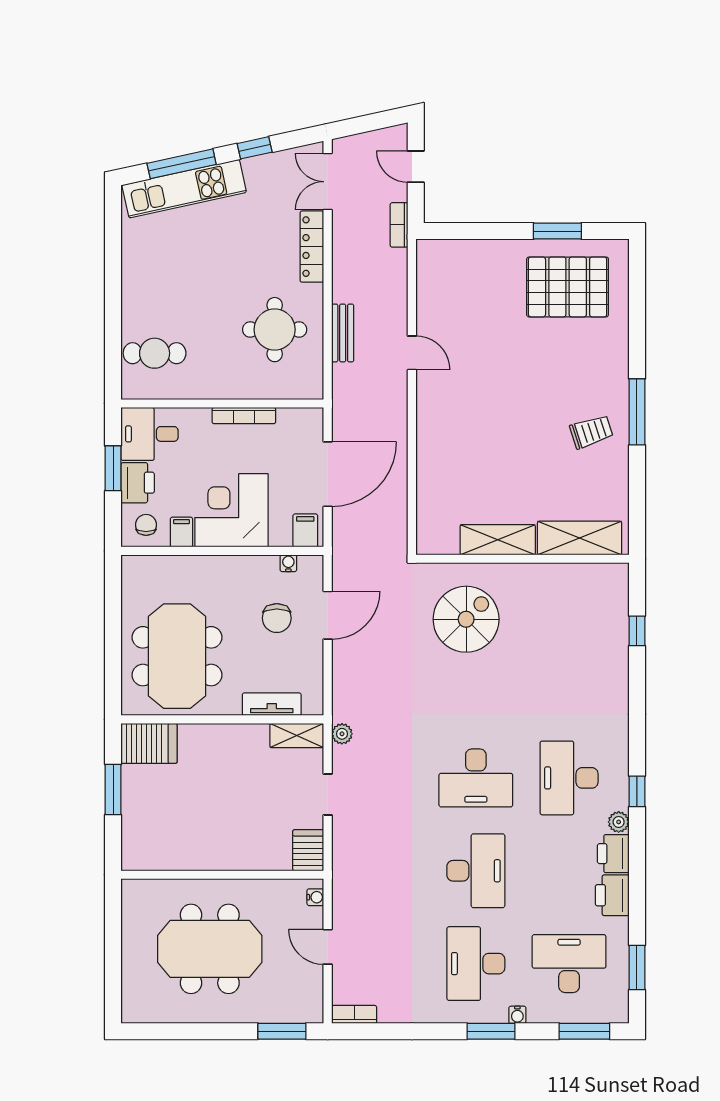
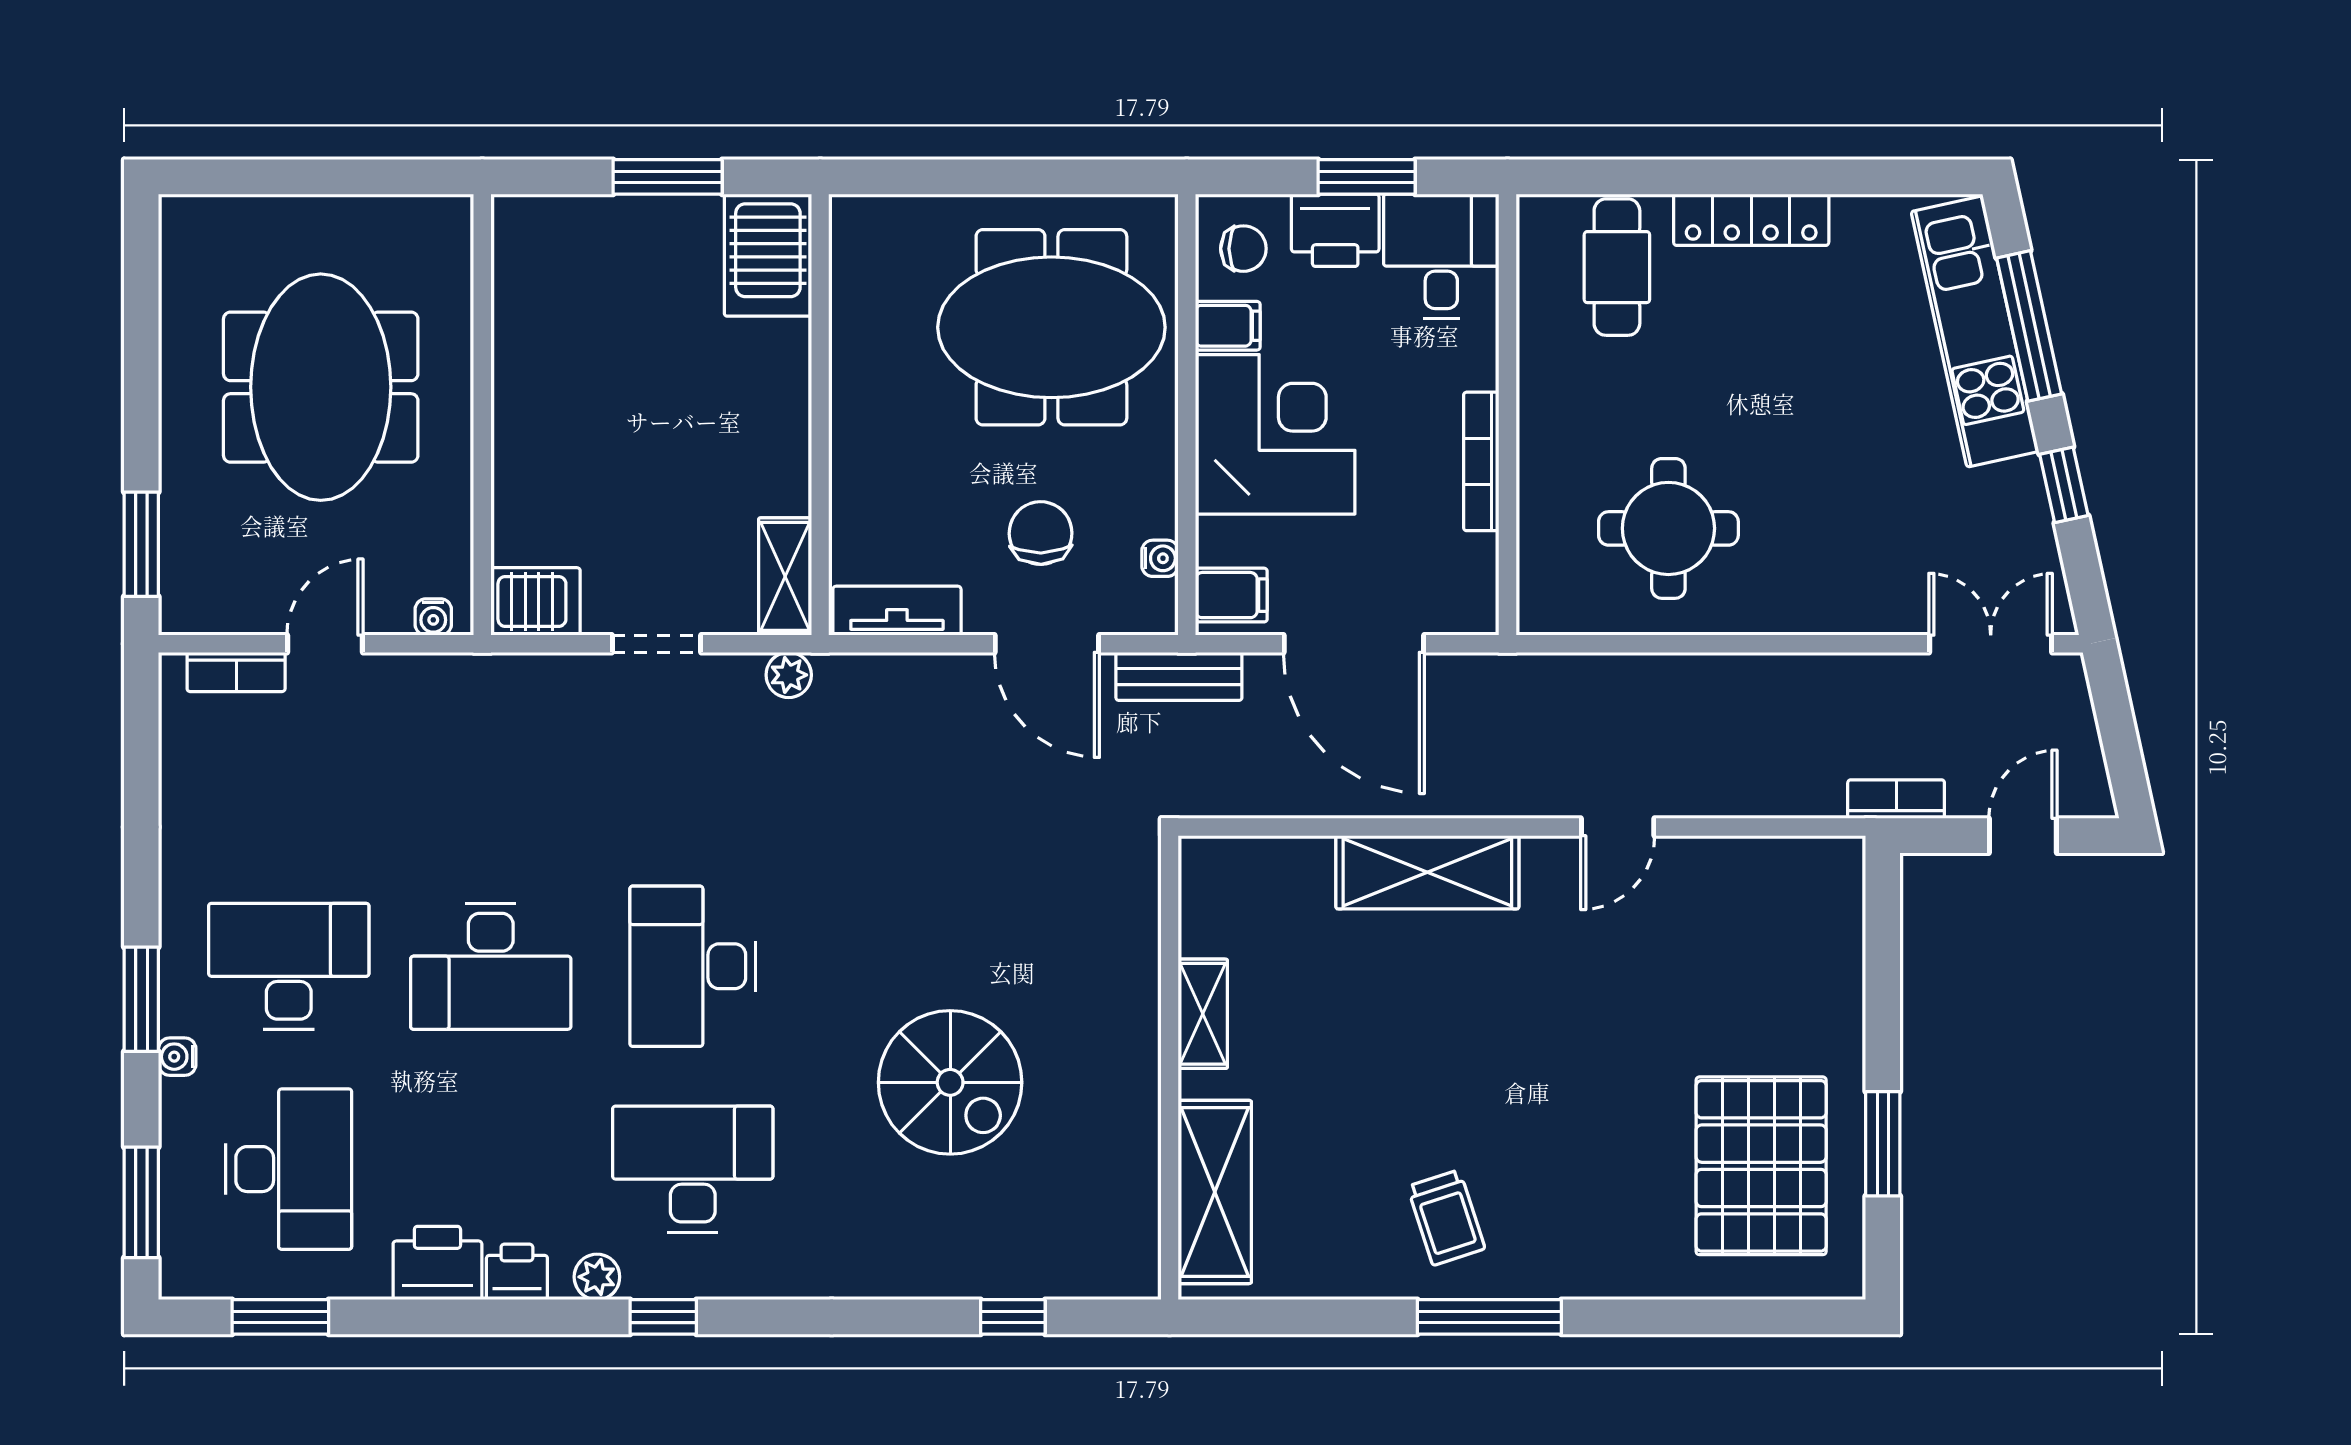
locker: (312, 247) -> (1751, 220), moved, turned 180
bench: (343, 333) -> (1179, 676), moved
shelving: (433, 440) -> (1427, 872), added
shelving: (498, 540) -> (1203, 1014), width x0.67, depth x0.75
chair: (277, 618) -> (1041, 533), turned 89
spiral stairs: (466, 619) -> (950, 1082), moved
meeting table: (177, 656) -> (1051, 327), moved
tv unit: (272, 704) -> (897, 611), moved, turned -90
printer: (613, 854) -> (517, 1272), width x0.73, depth x0.81
bookcase: (354, 1014) -> (236, 672), moved, turned 90

